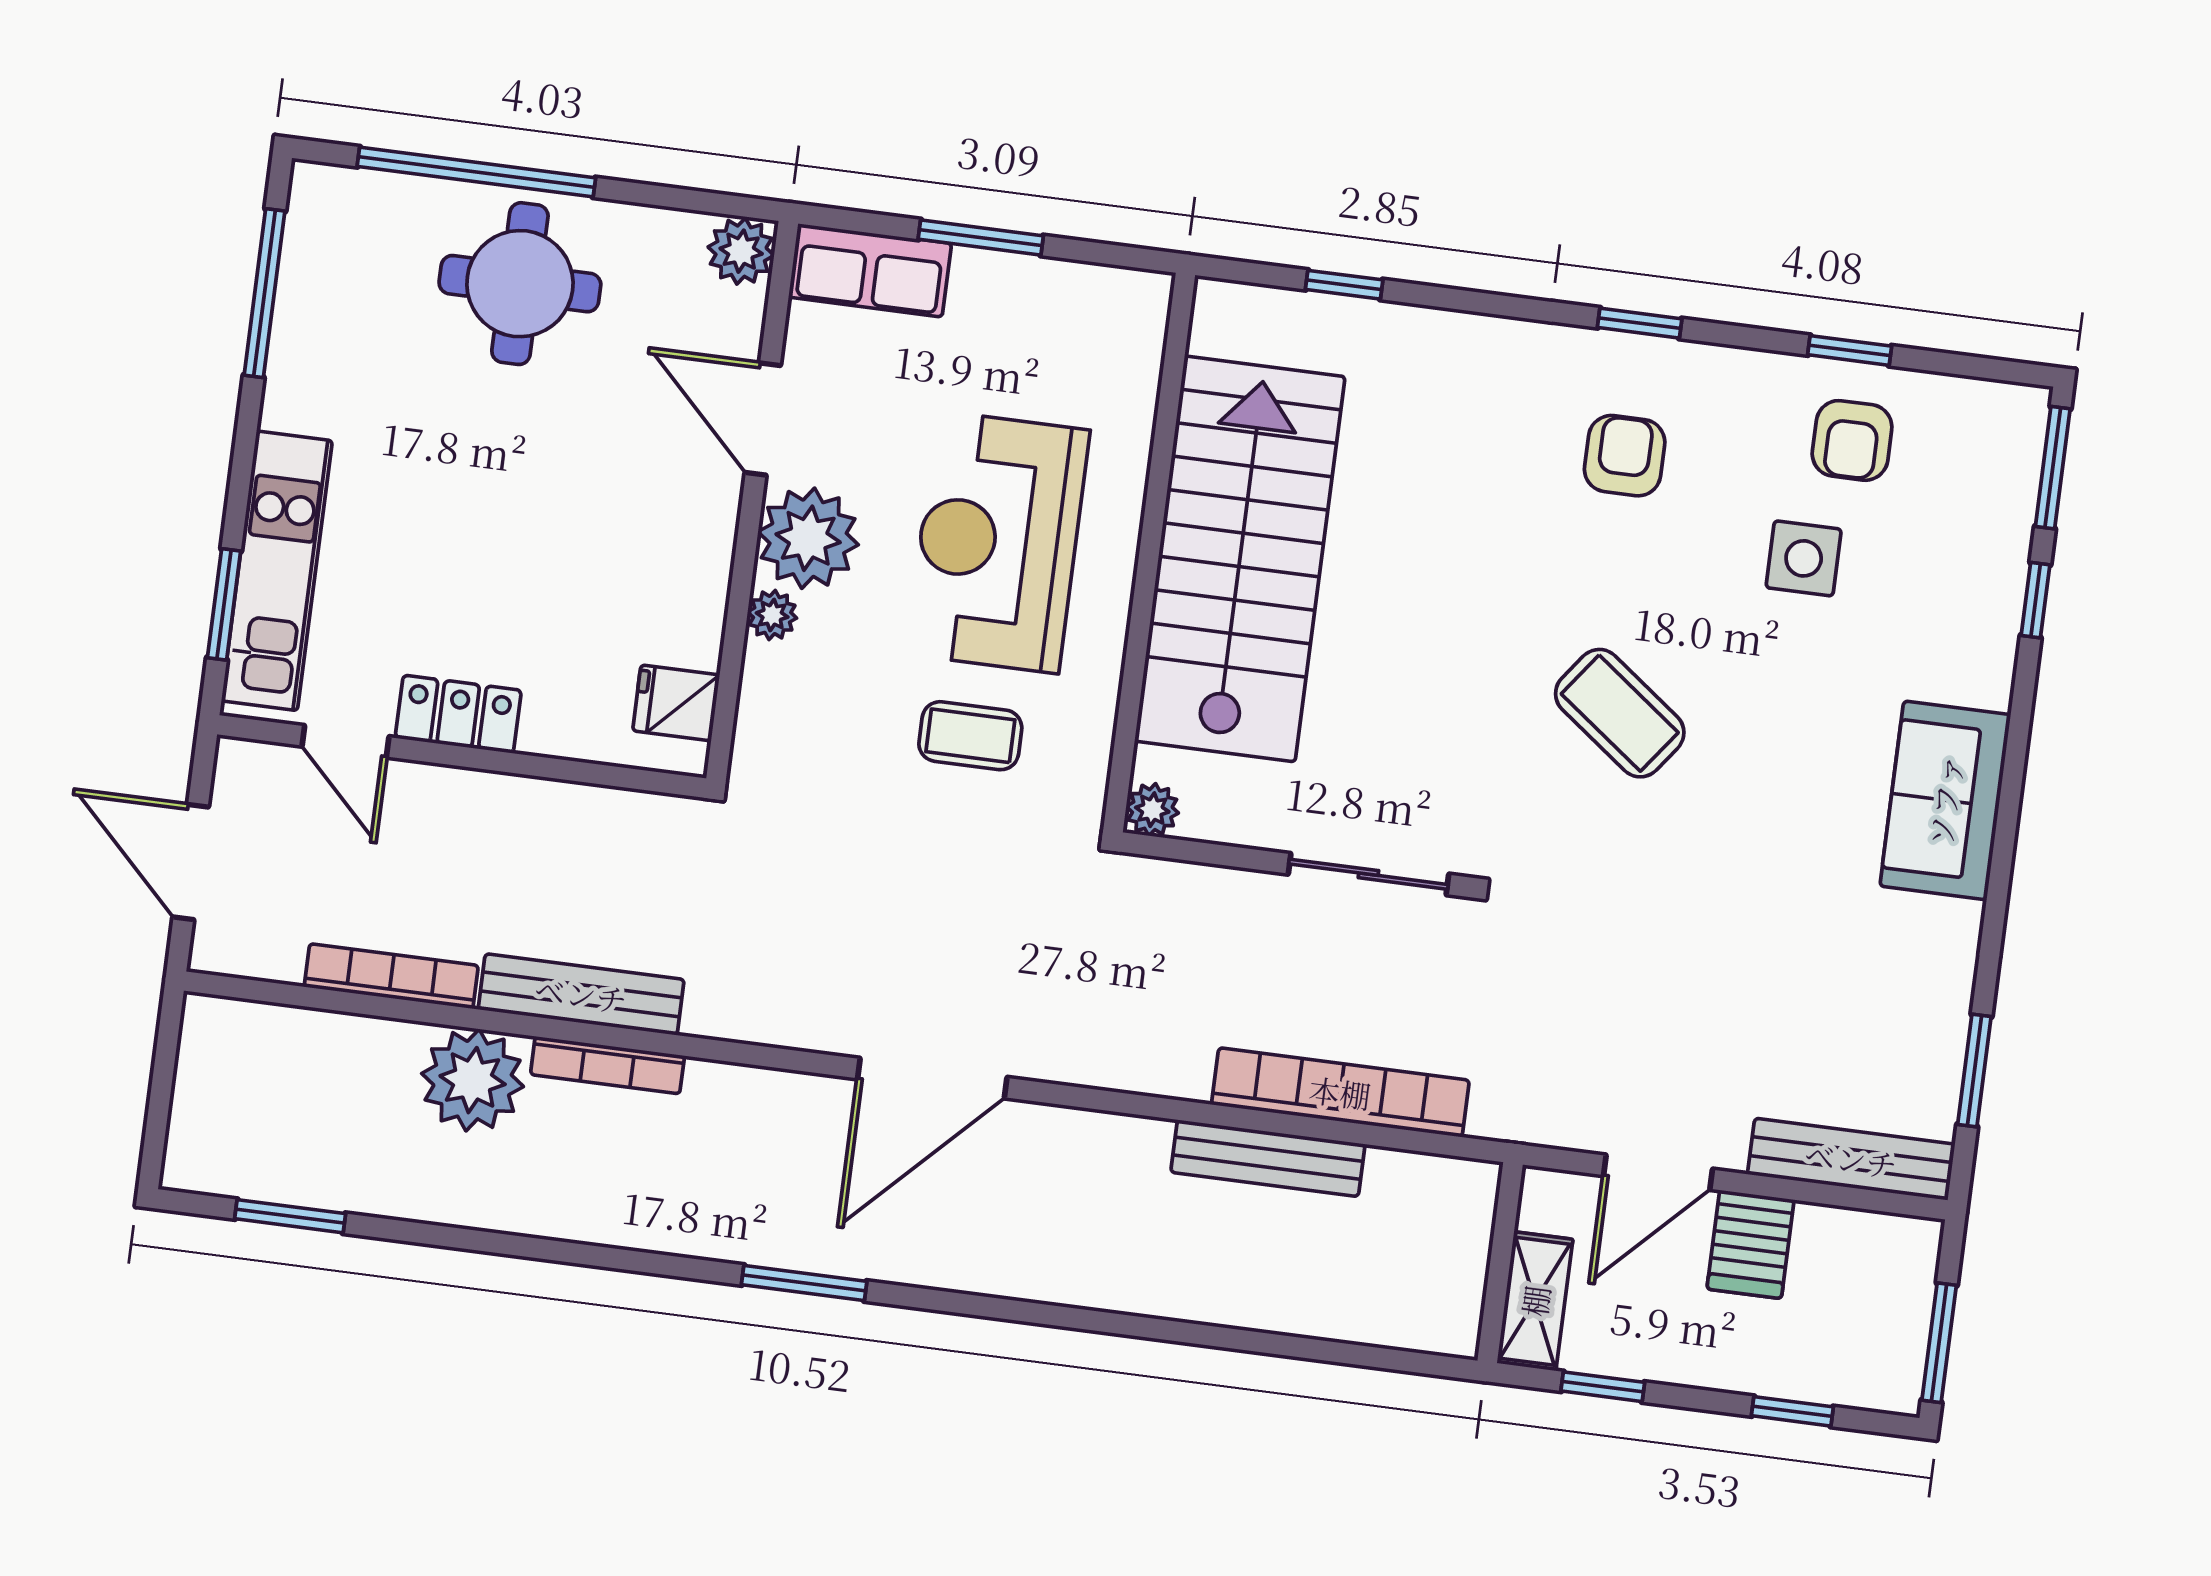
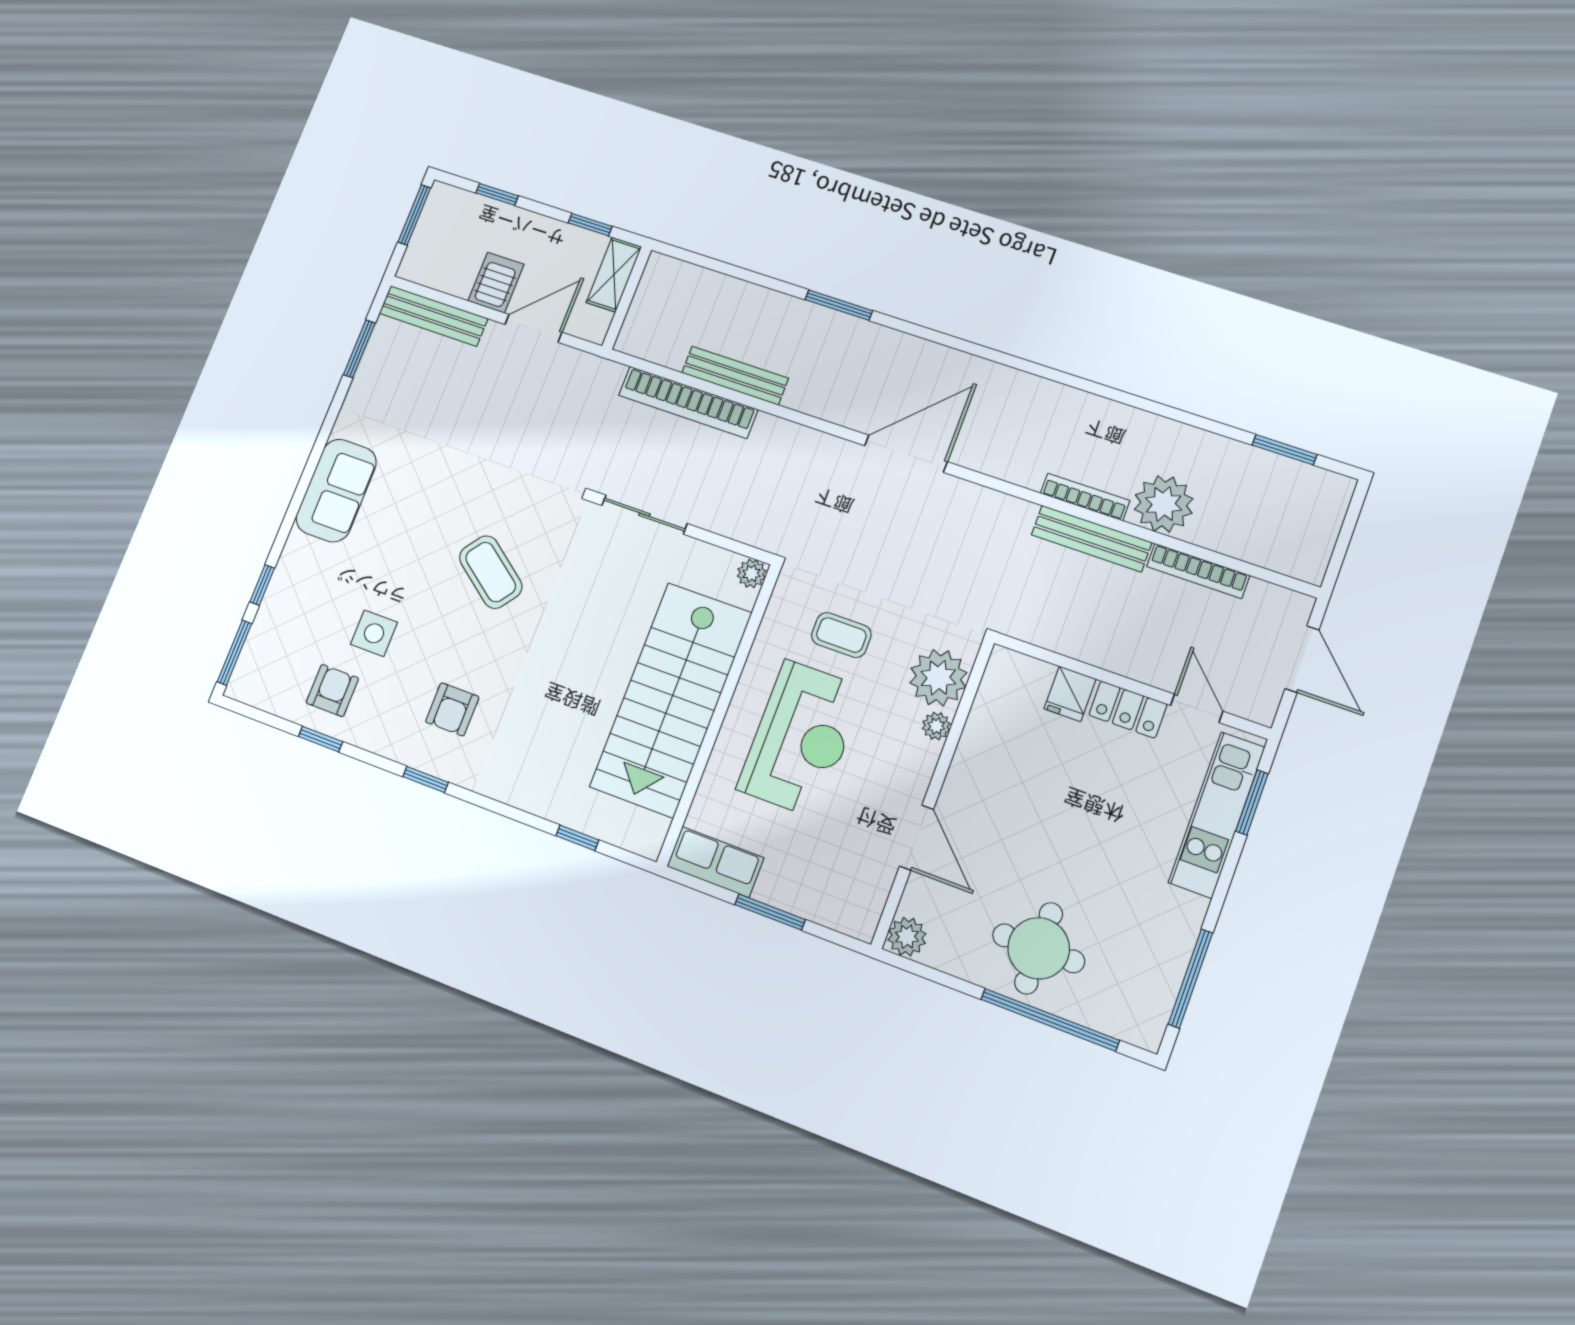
row of seats: (870, 270) -> (715, 862), moved
plant: (808, 538) -> (938, 678), moved
fridge: (676, 703) -> (1070, 694), moved, turned 90
window: (804, 1283) -> (839, 305), moved

